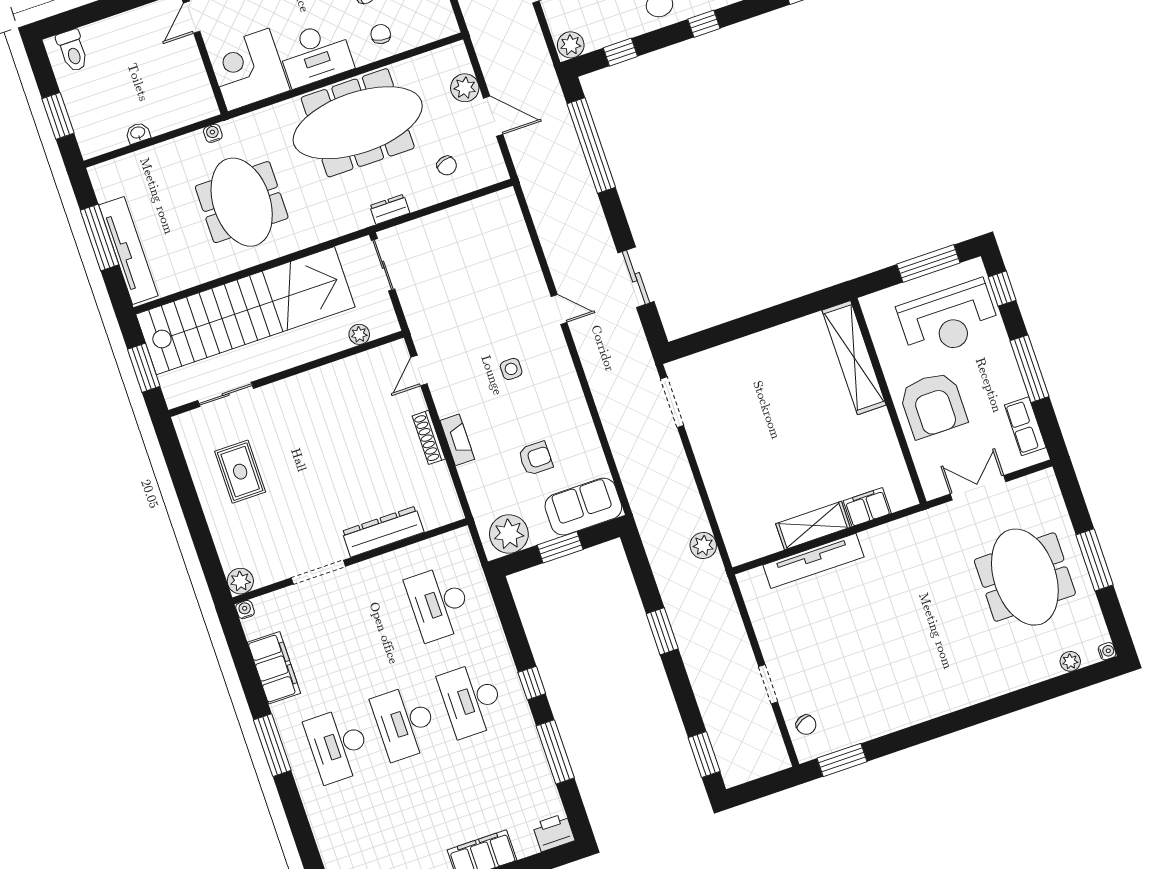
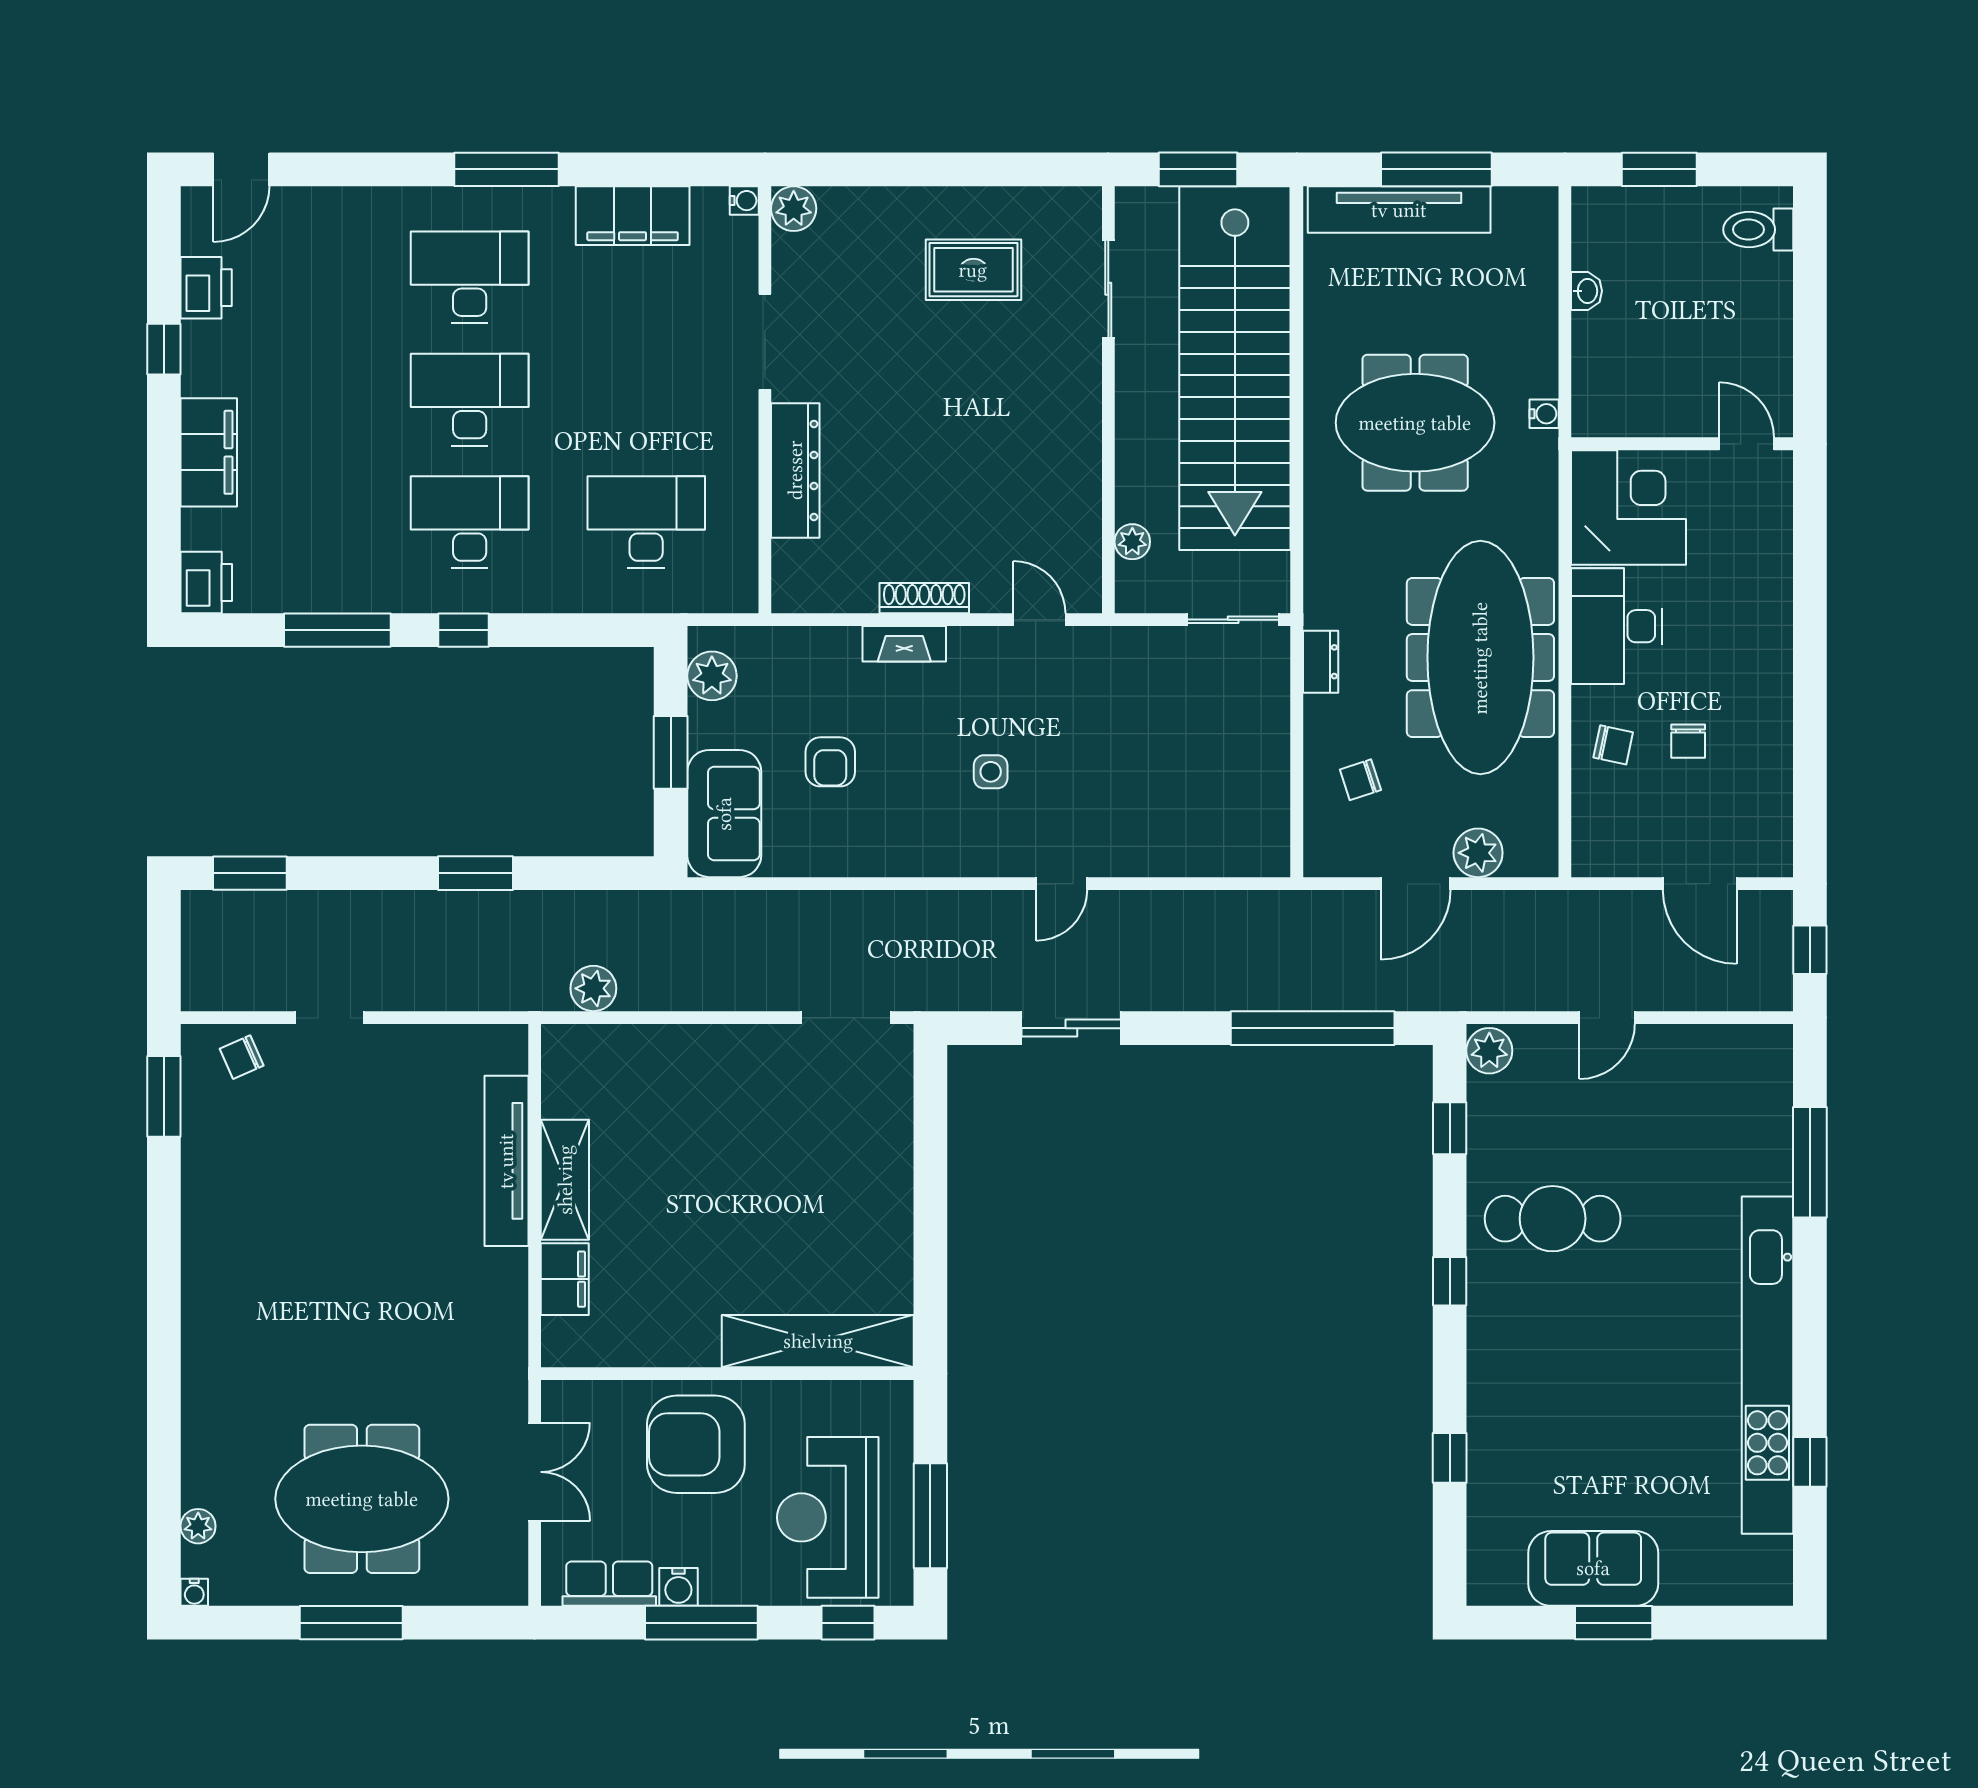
water cooler: (1014, 388) -> (678, 1587), added
plant: (509, 534) -> (712, 676), width x0.73, depth x0.73

